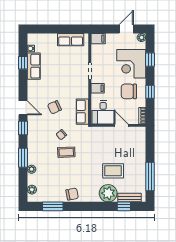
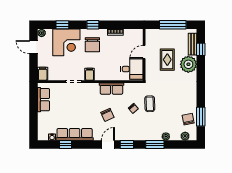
row of seats: (34, 66) -> (75, 134), width x1.48
desk: (103, 112) -> (132, 69), moved
wall: (118, 125) -> (144, 55), moved
door: (121, 125) -> (144, 52), moved
chair: (72, 194) -> (188, 119), moved

